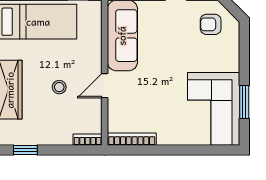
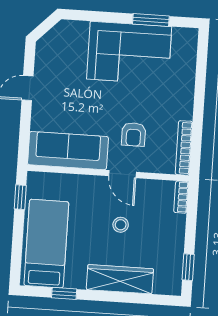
armchair: (211, 24) -> (134, 134), moved
corner sofa: (214, 109) -> (129, 53), moved

